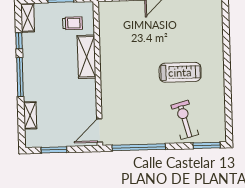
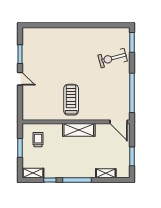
shelving: (87, 57) -> (79, 130), moved
treadmill: (180, 72) -> (71, 100), moved

